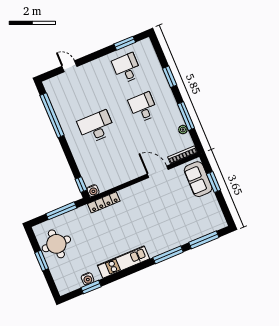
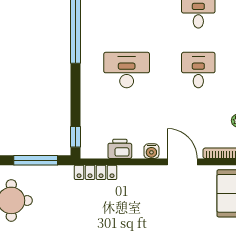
printer: (113, 180) -> (120, 149), added
water cooler: (93, 191) -> (151, 151), moved

